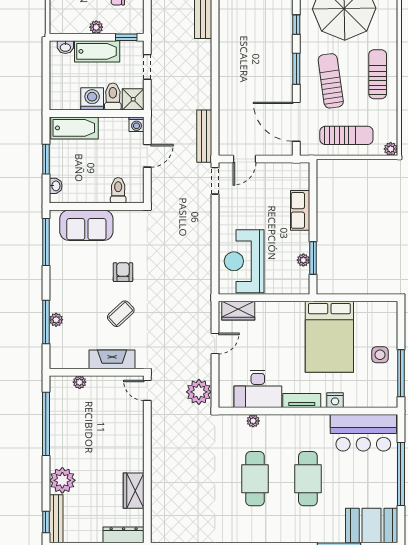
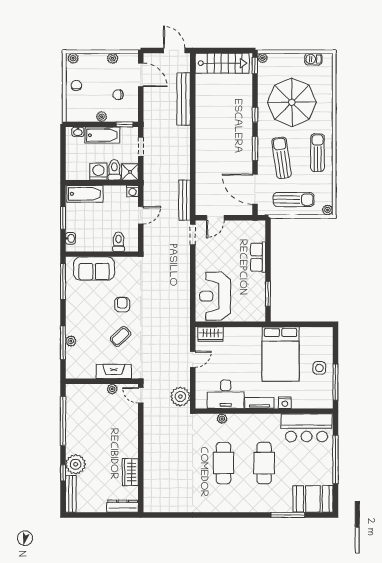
plant: (303, 260) -> (261, 295), removed
plant: (80, 382) -> (112, 389), moved
window: (46, 522) -> (63, 473), moved

